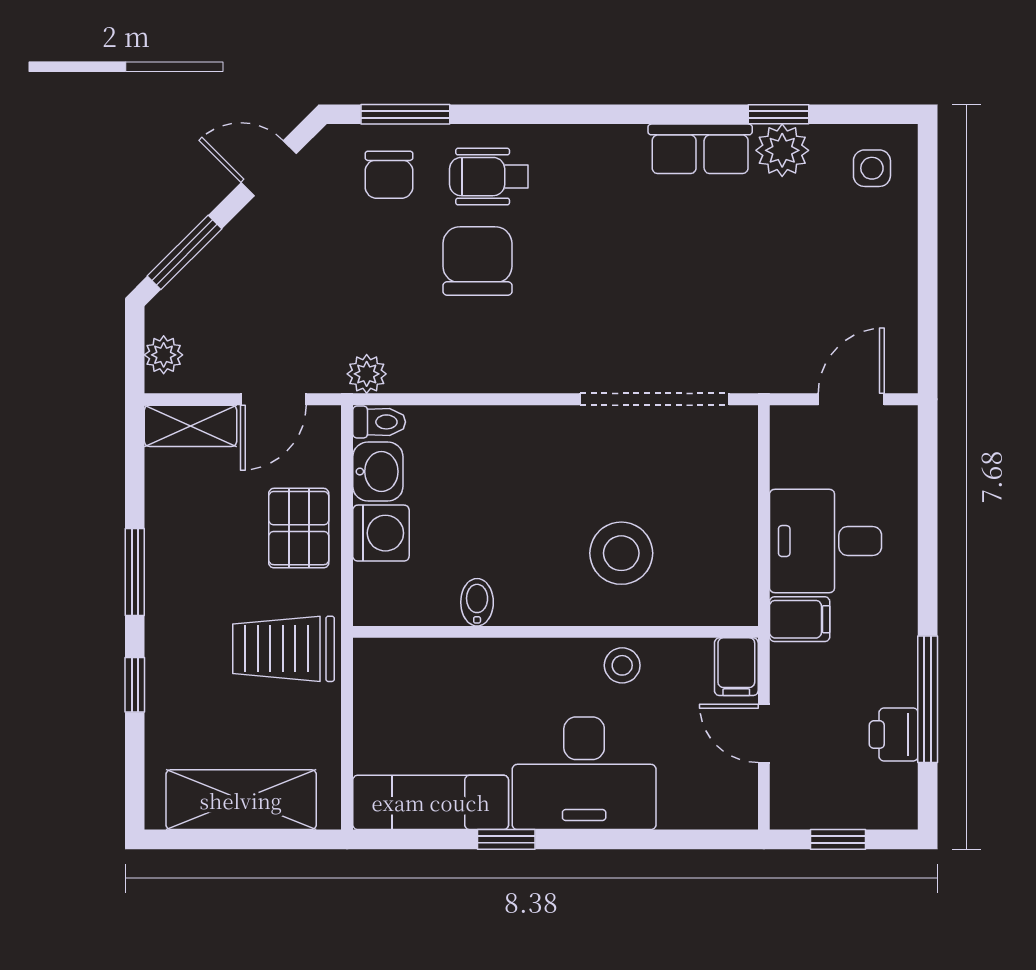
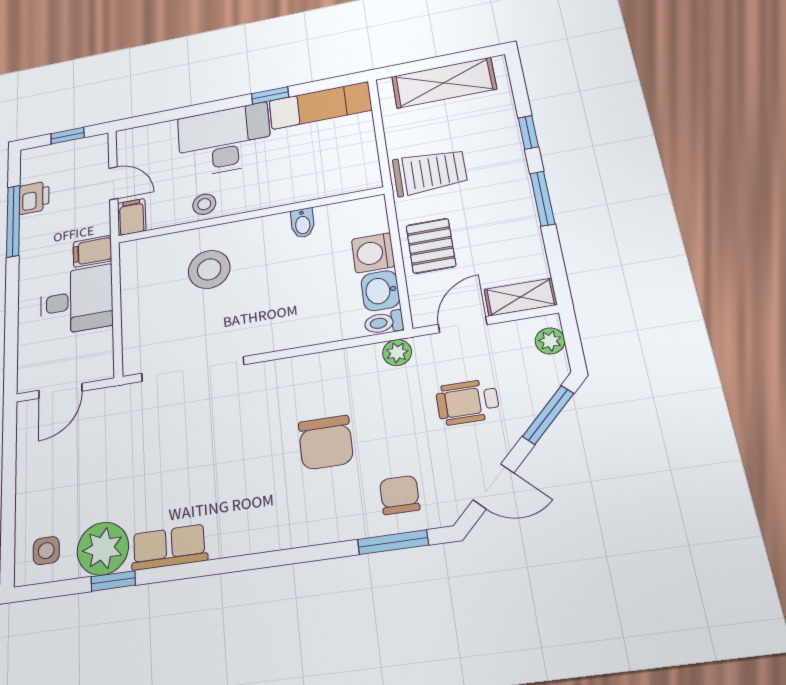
plant: (782, 150) -> (103, 549), width x1.36, depth x1.36
wheelchair: (489, 177) -> (467, 402), moved, turned 180

